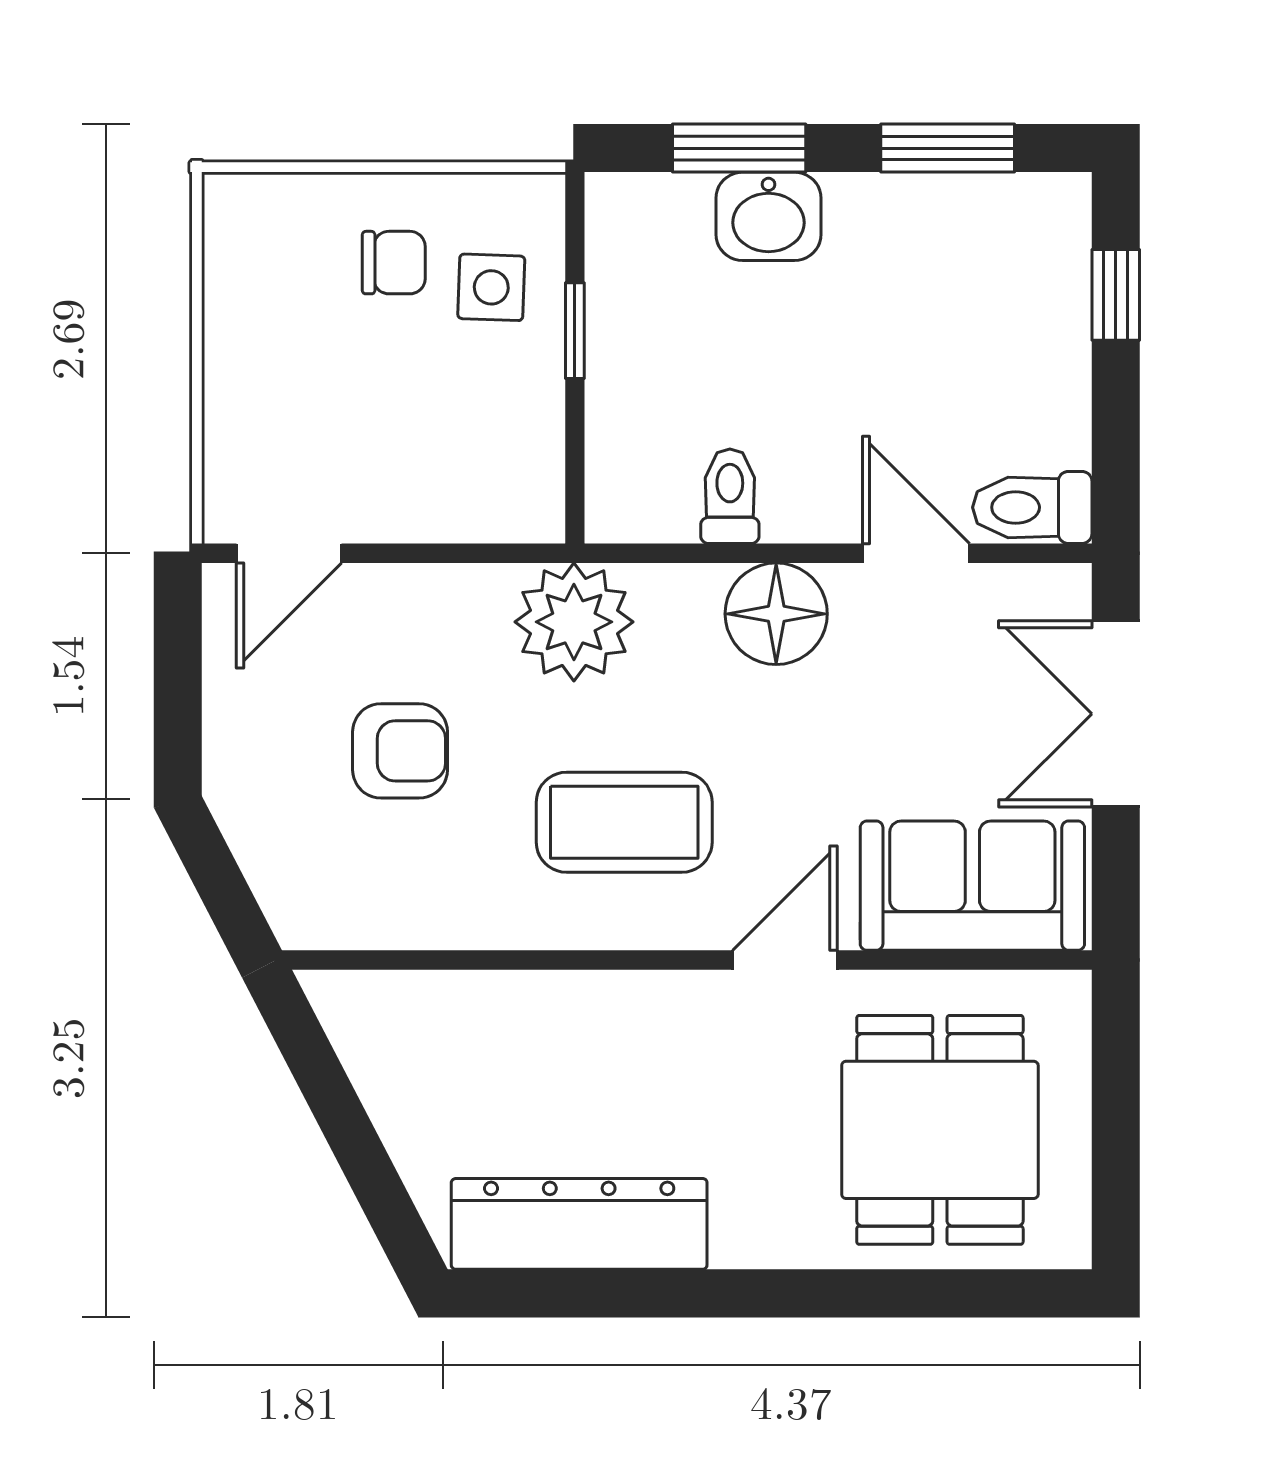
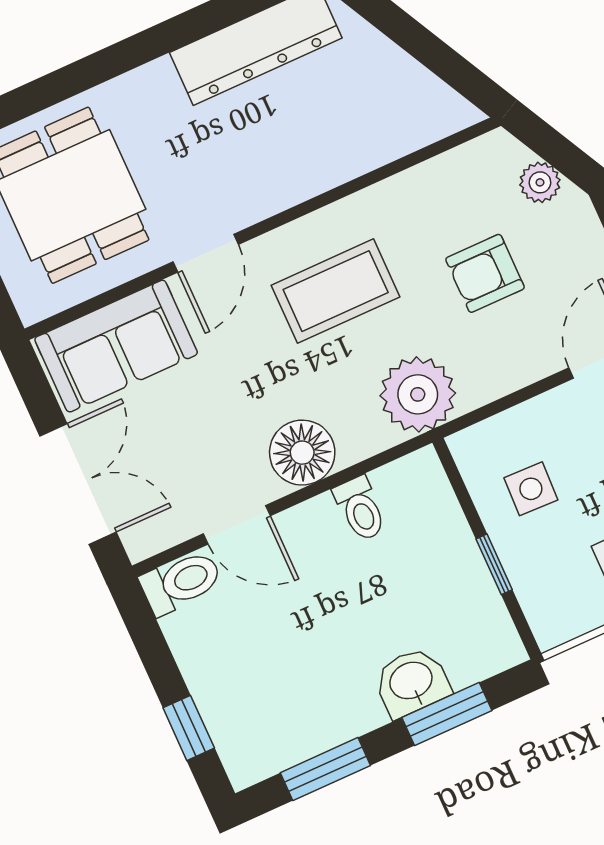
side table: (491, 287) -> (531, 489), moved
plant: (263, 845) -> (540, 182), added

